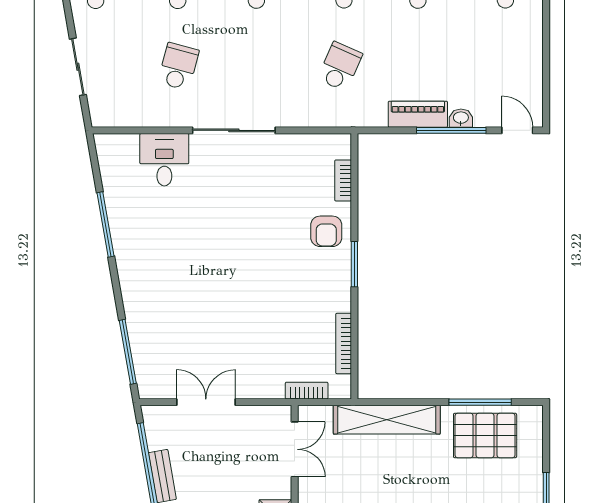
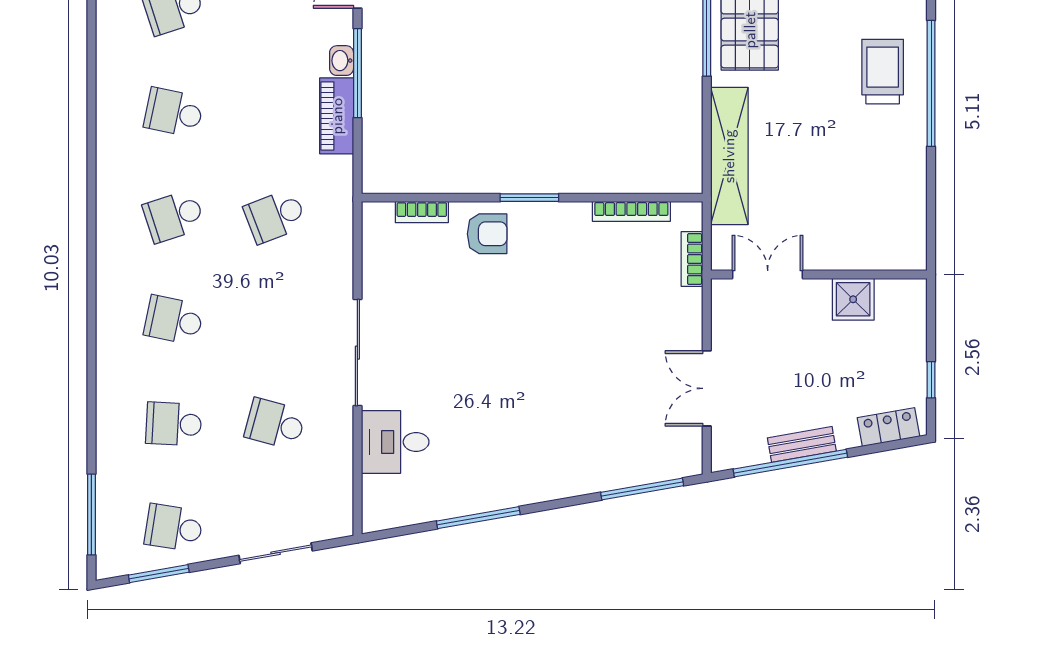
school desk: (340, 66) -> (275, 216), turned -45

